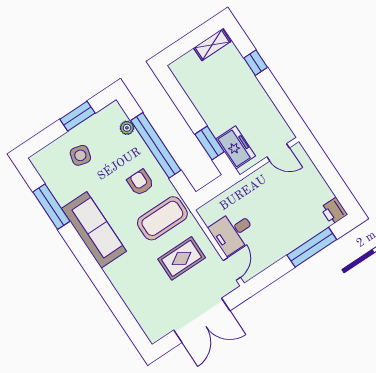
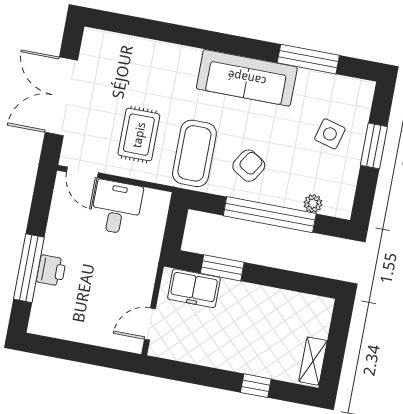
window: (77, 116) -> (374, 146), moved
armchair: (140, 183) -> (249, 166), turned -58
printer: (334, 211) -> (51, 270), moved, turned 90

